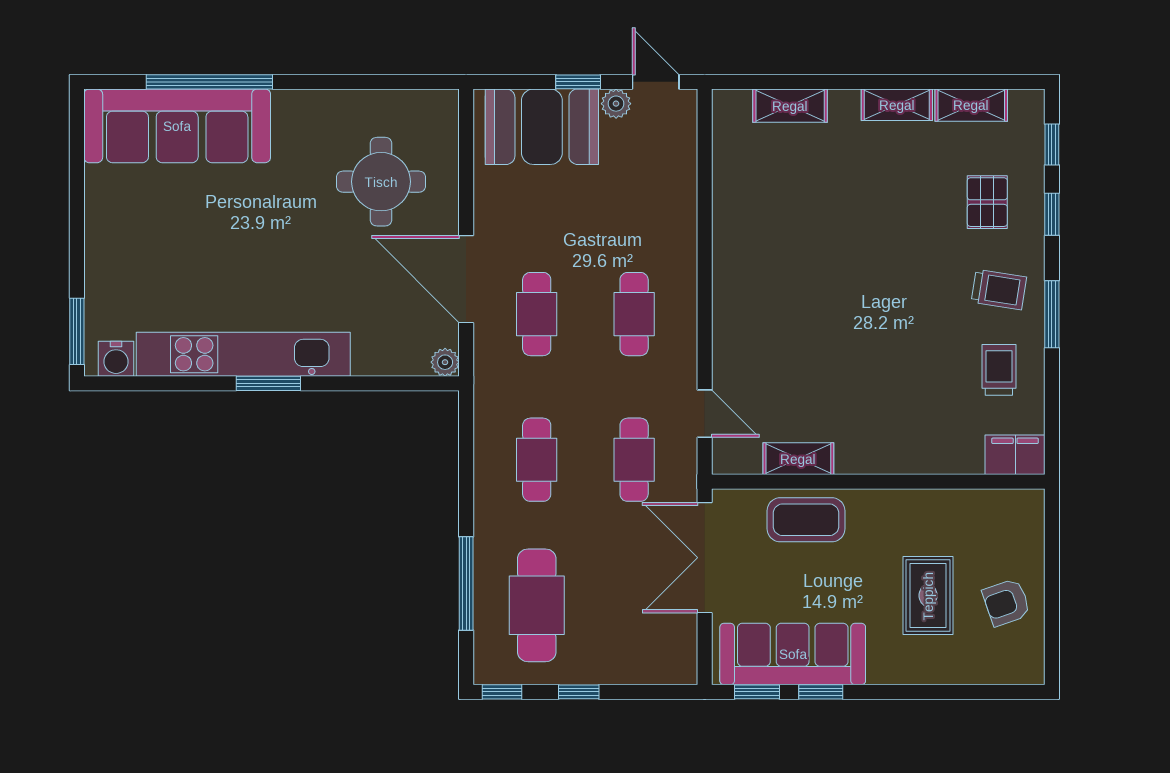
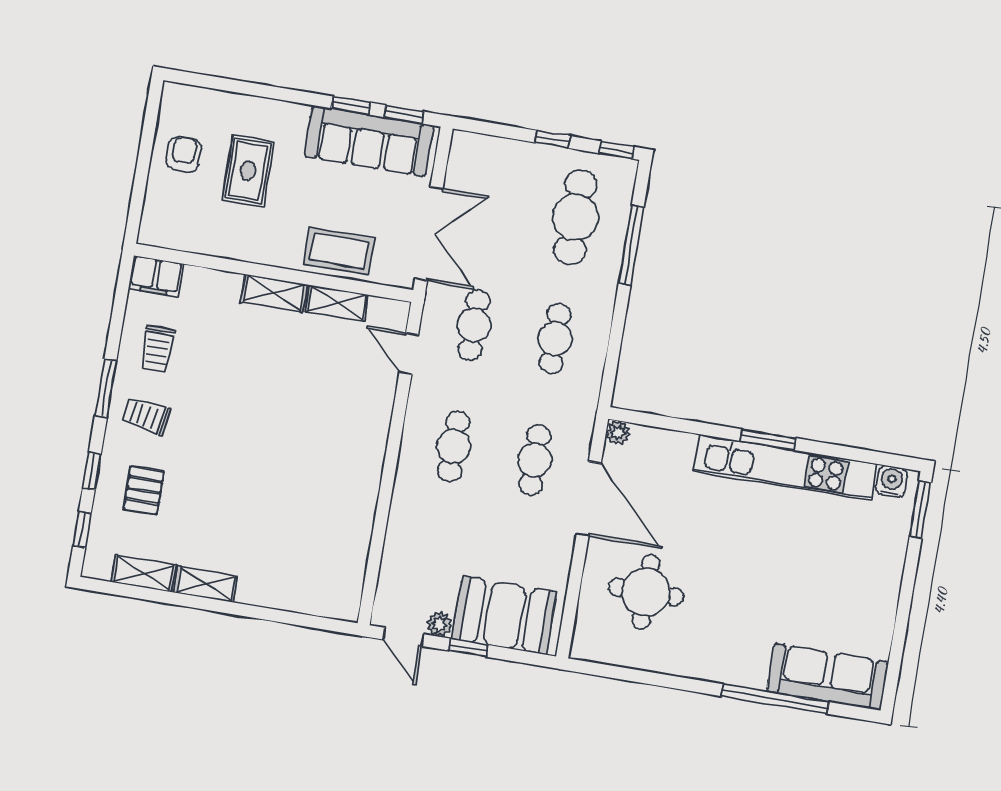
shelving: (790, 106) -> (274, 293), moved
sofa: (177, 126) -> (828, 677), width x0.74, depth x0.79
armchair: (1006, 602) -> (184, 154), turned -71

